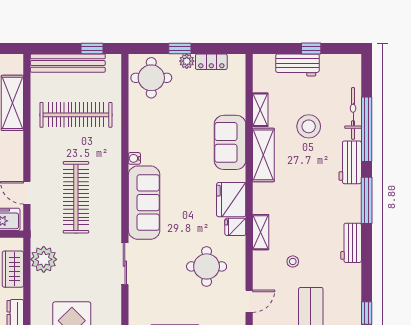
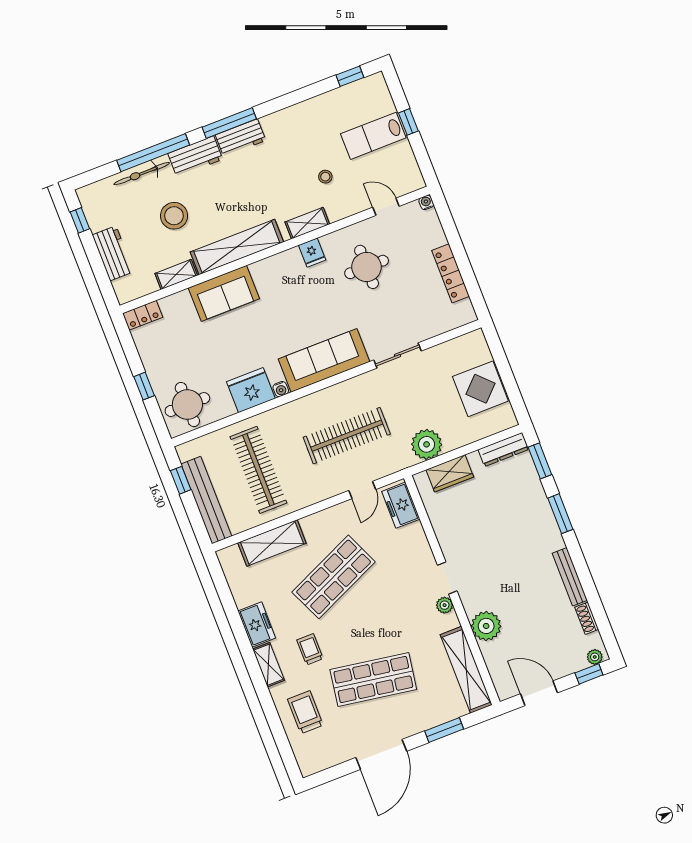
window: (311, 48) -> (80, 220), moved
plant: (187, 61) -> (155, 373), removed
locker: (211, 62) -> (143, 315), moved, turned 90
shelving: (263, 155) -> (237, 247), width x1.47
fridge: (231, 200) -> (251, 390), moved, turned 180
workbench: (351, 243) -> (241, 138), moved

